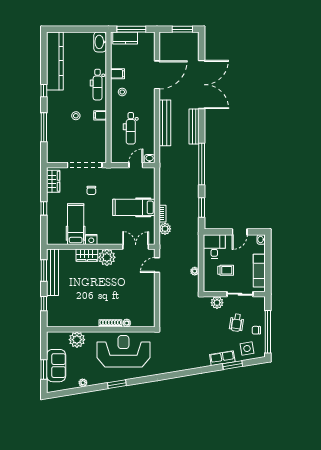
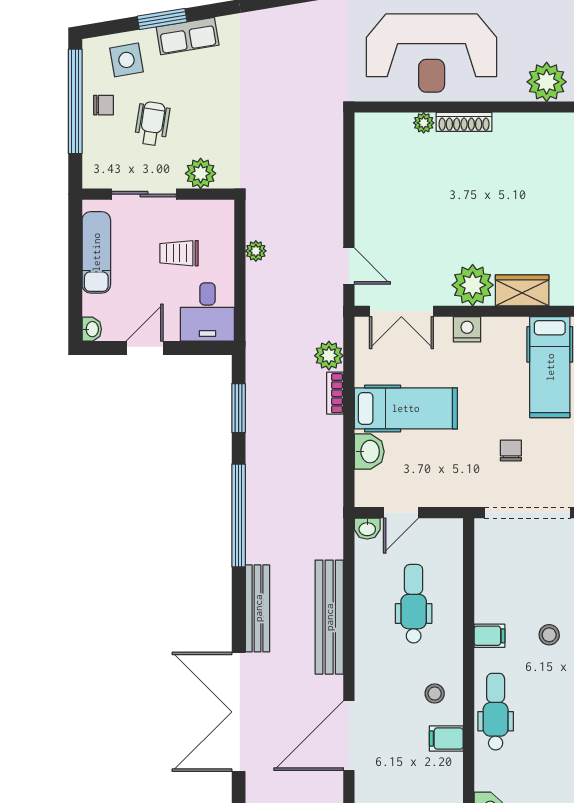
washbasin: (149, 190) -> (369, 452), added
nightstand: (91, 239) -> (467, 329), moved
door: (157, 265) -> (349, 266), hinge flipped

